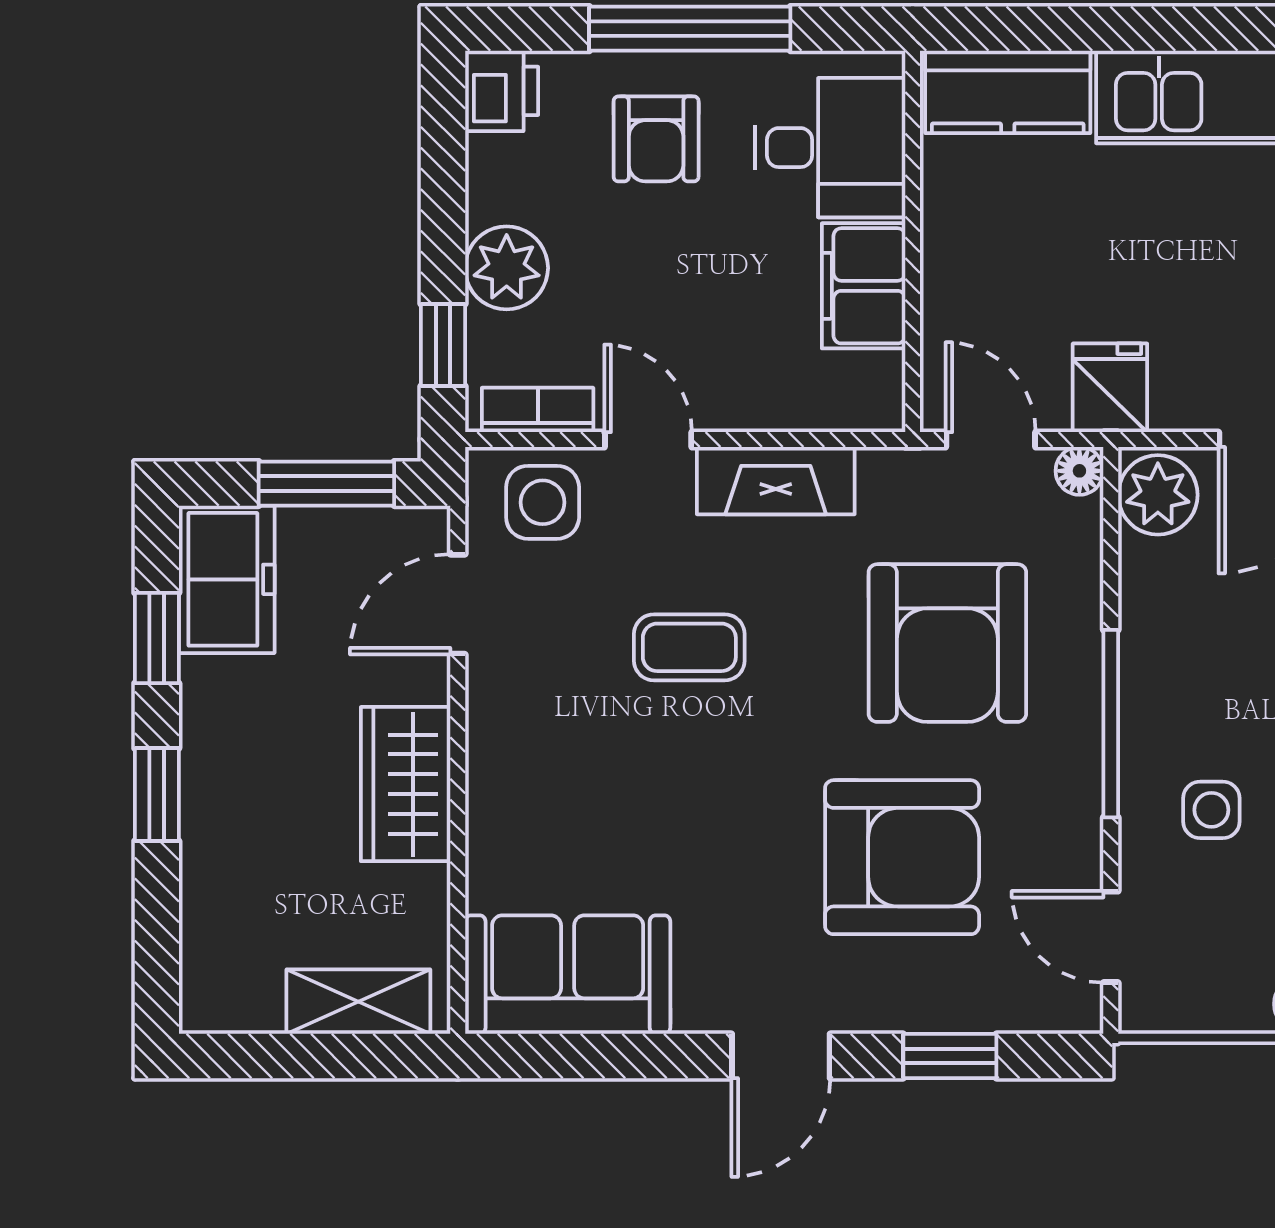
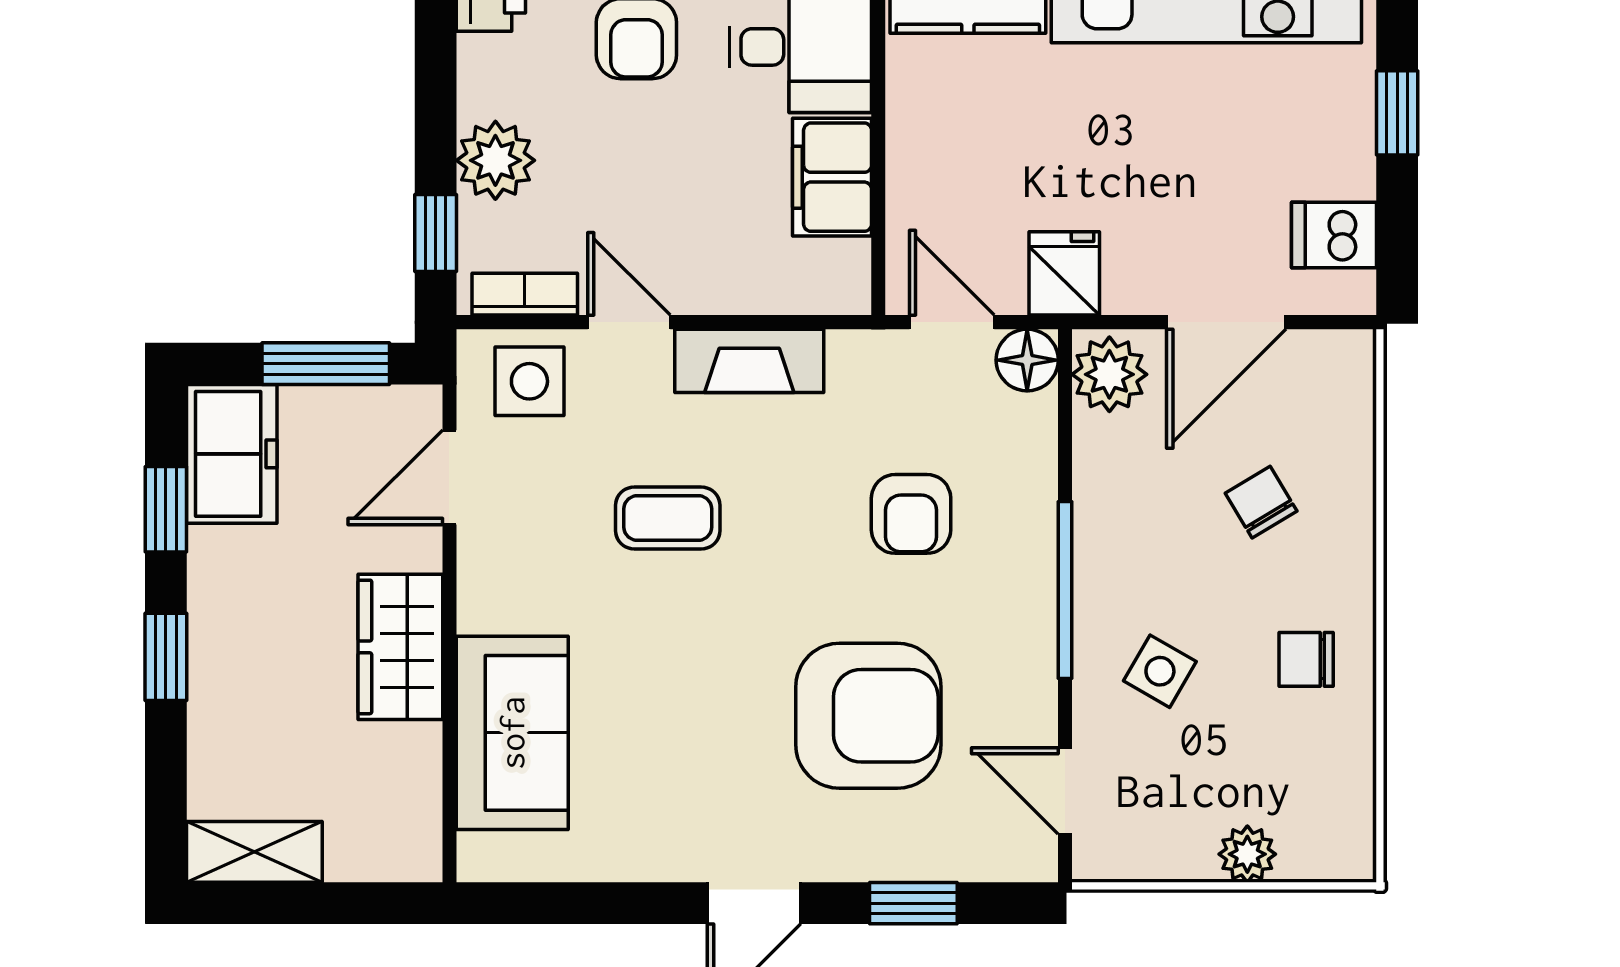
floor lamp: (1079, 471) -> (1027, 360), width x1.37, depth x1.37
armchair: (947, 643) -> (911, 514), width x0.53, depth x0.53
side table: (1211, 810) -> (1160, 671), turned 30
sofa: (568, 975) -> (512, 733), moved, turned 90
shelving: (358, 1002) -> (254, 852), moved

